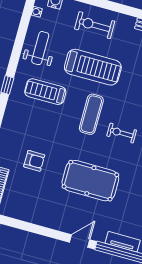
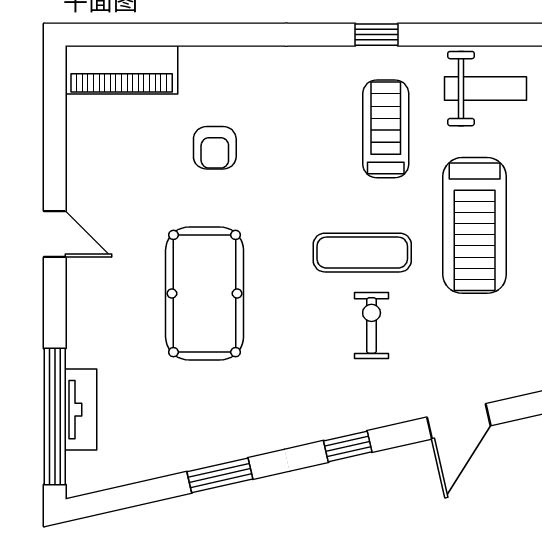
exercise bike: (122, 133) -> (372, 325), moved
door: (80, 241) -> (55, 234), moved

